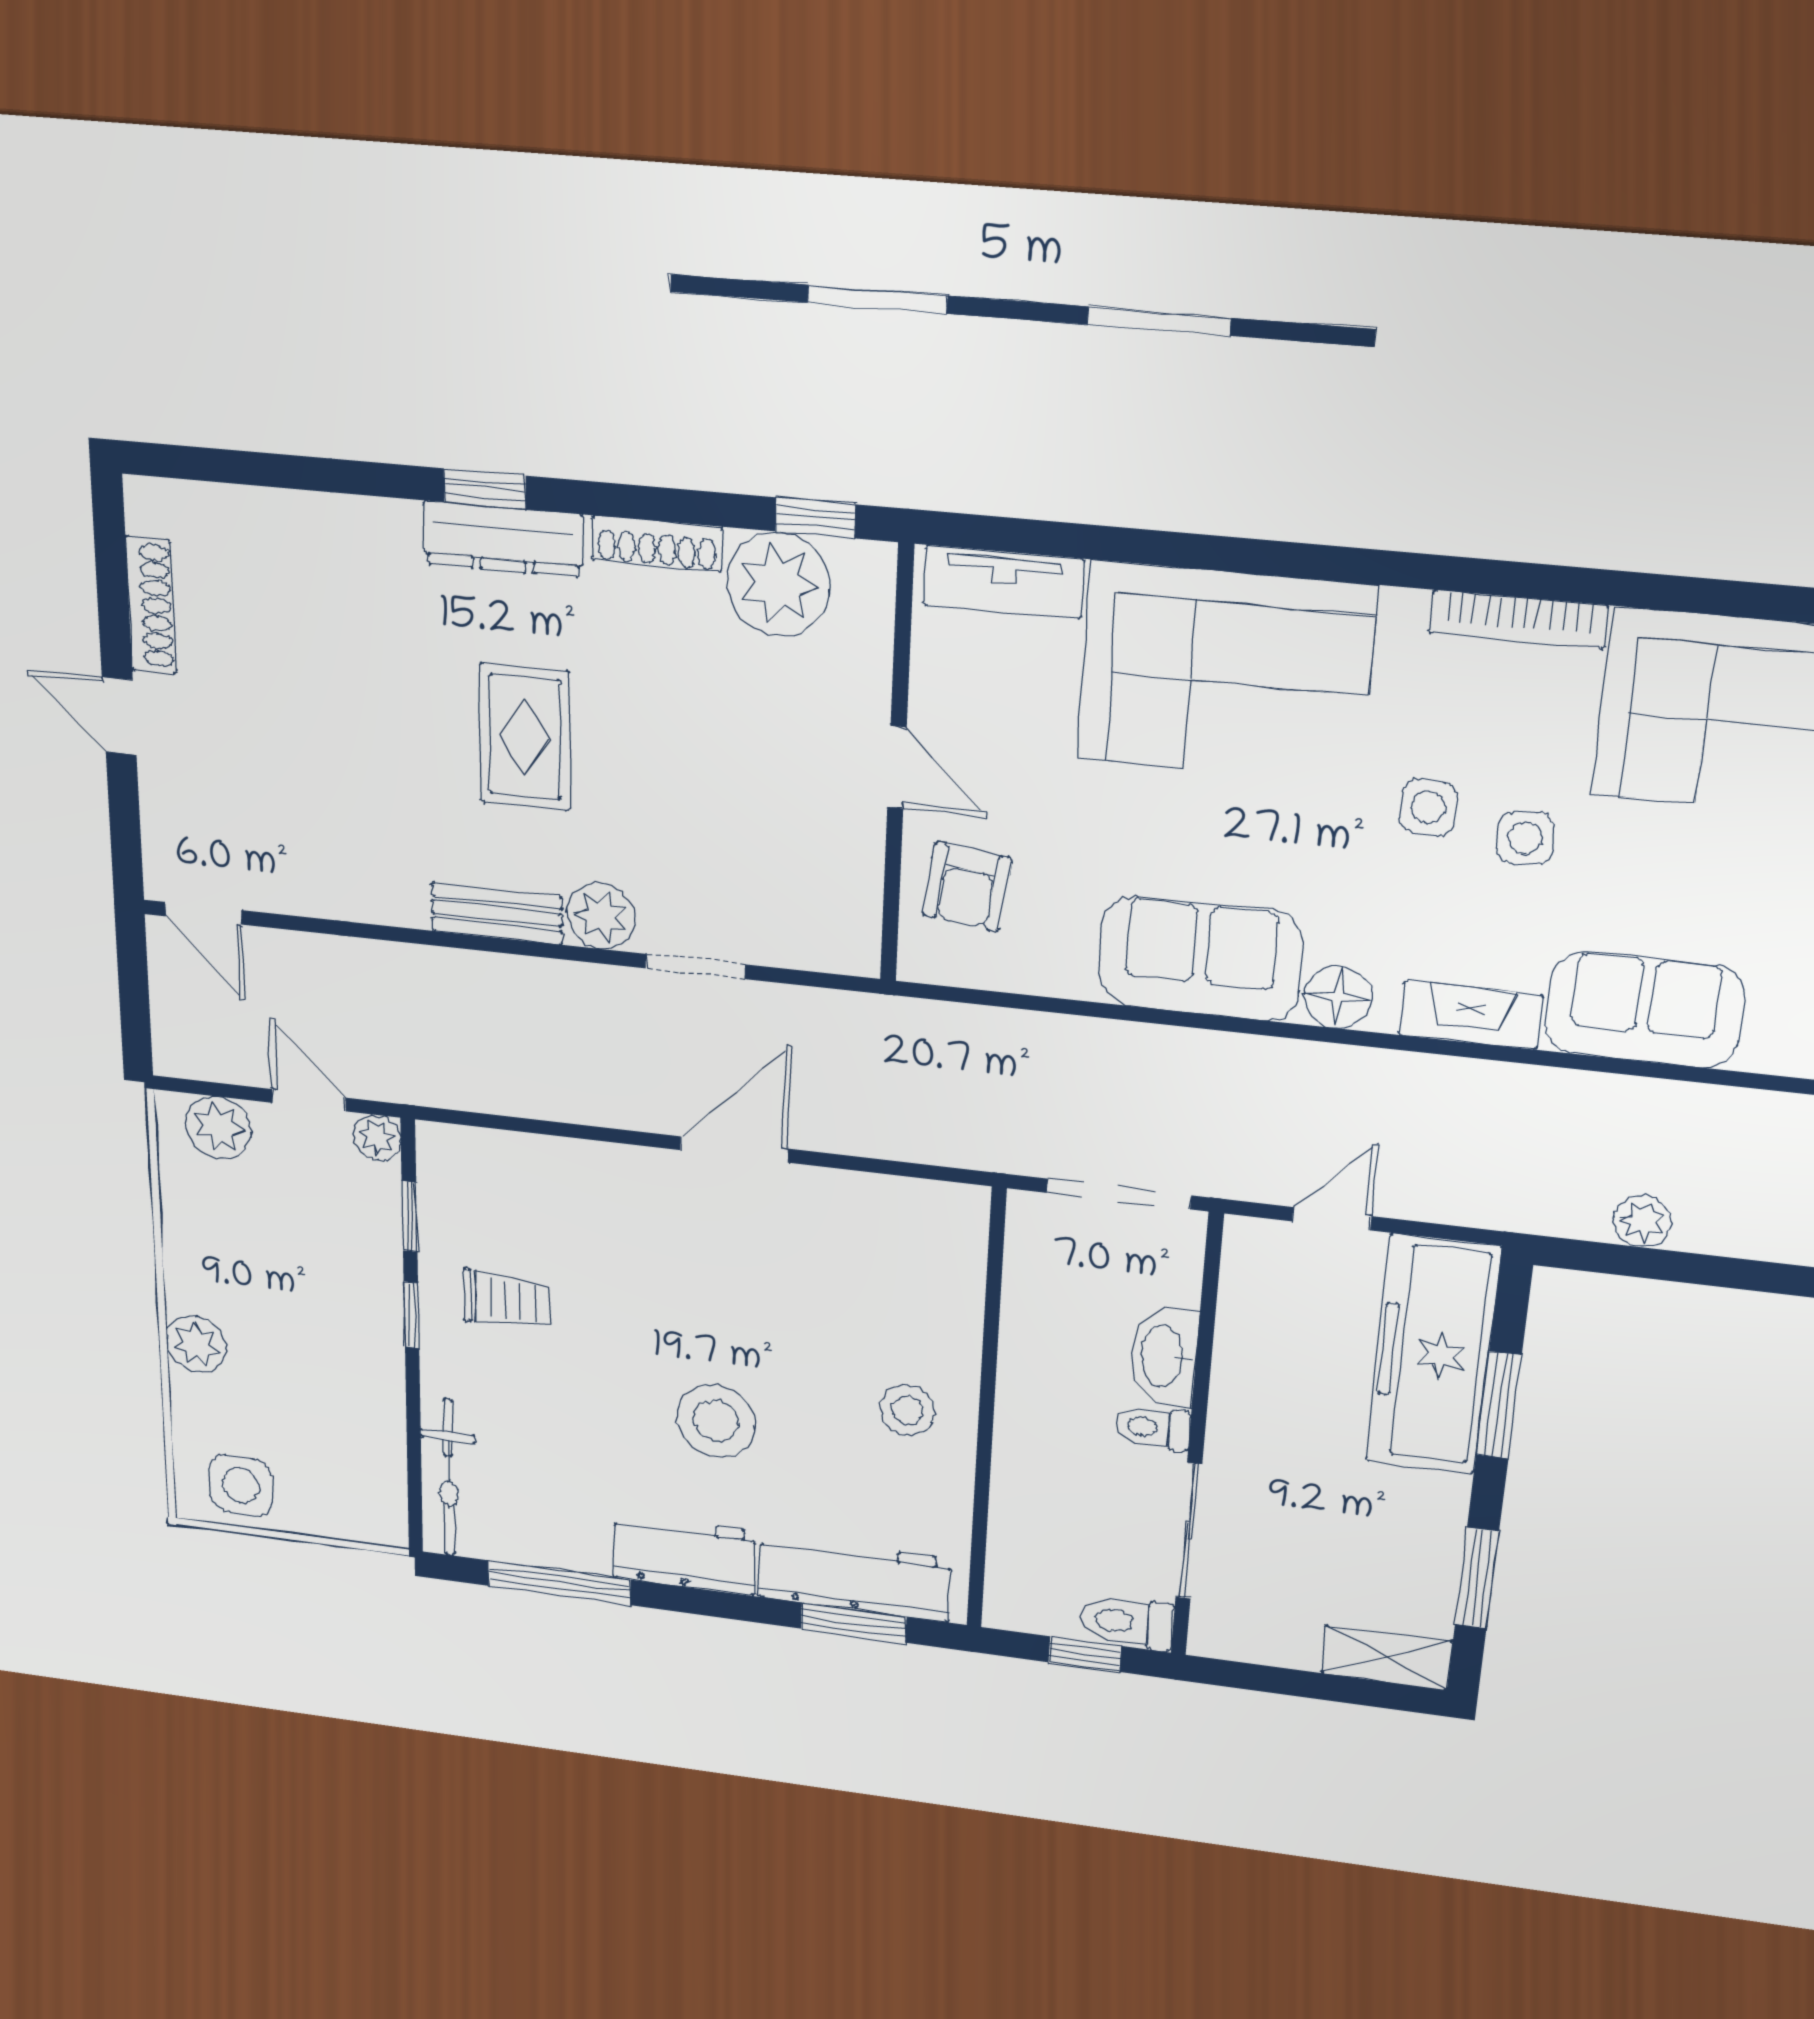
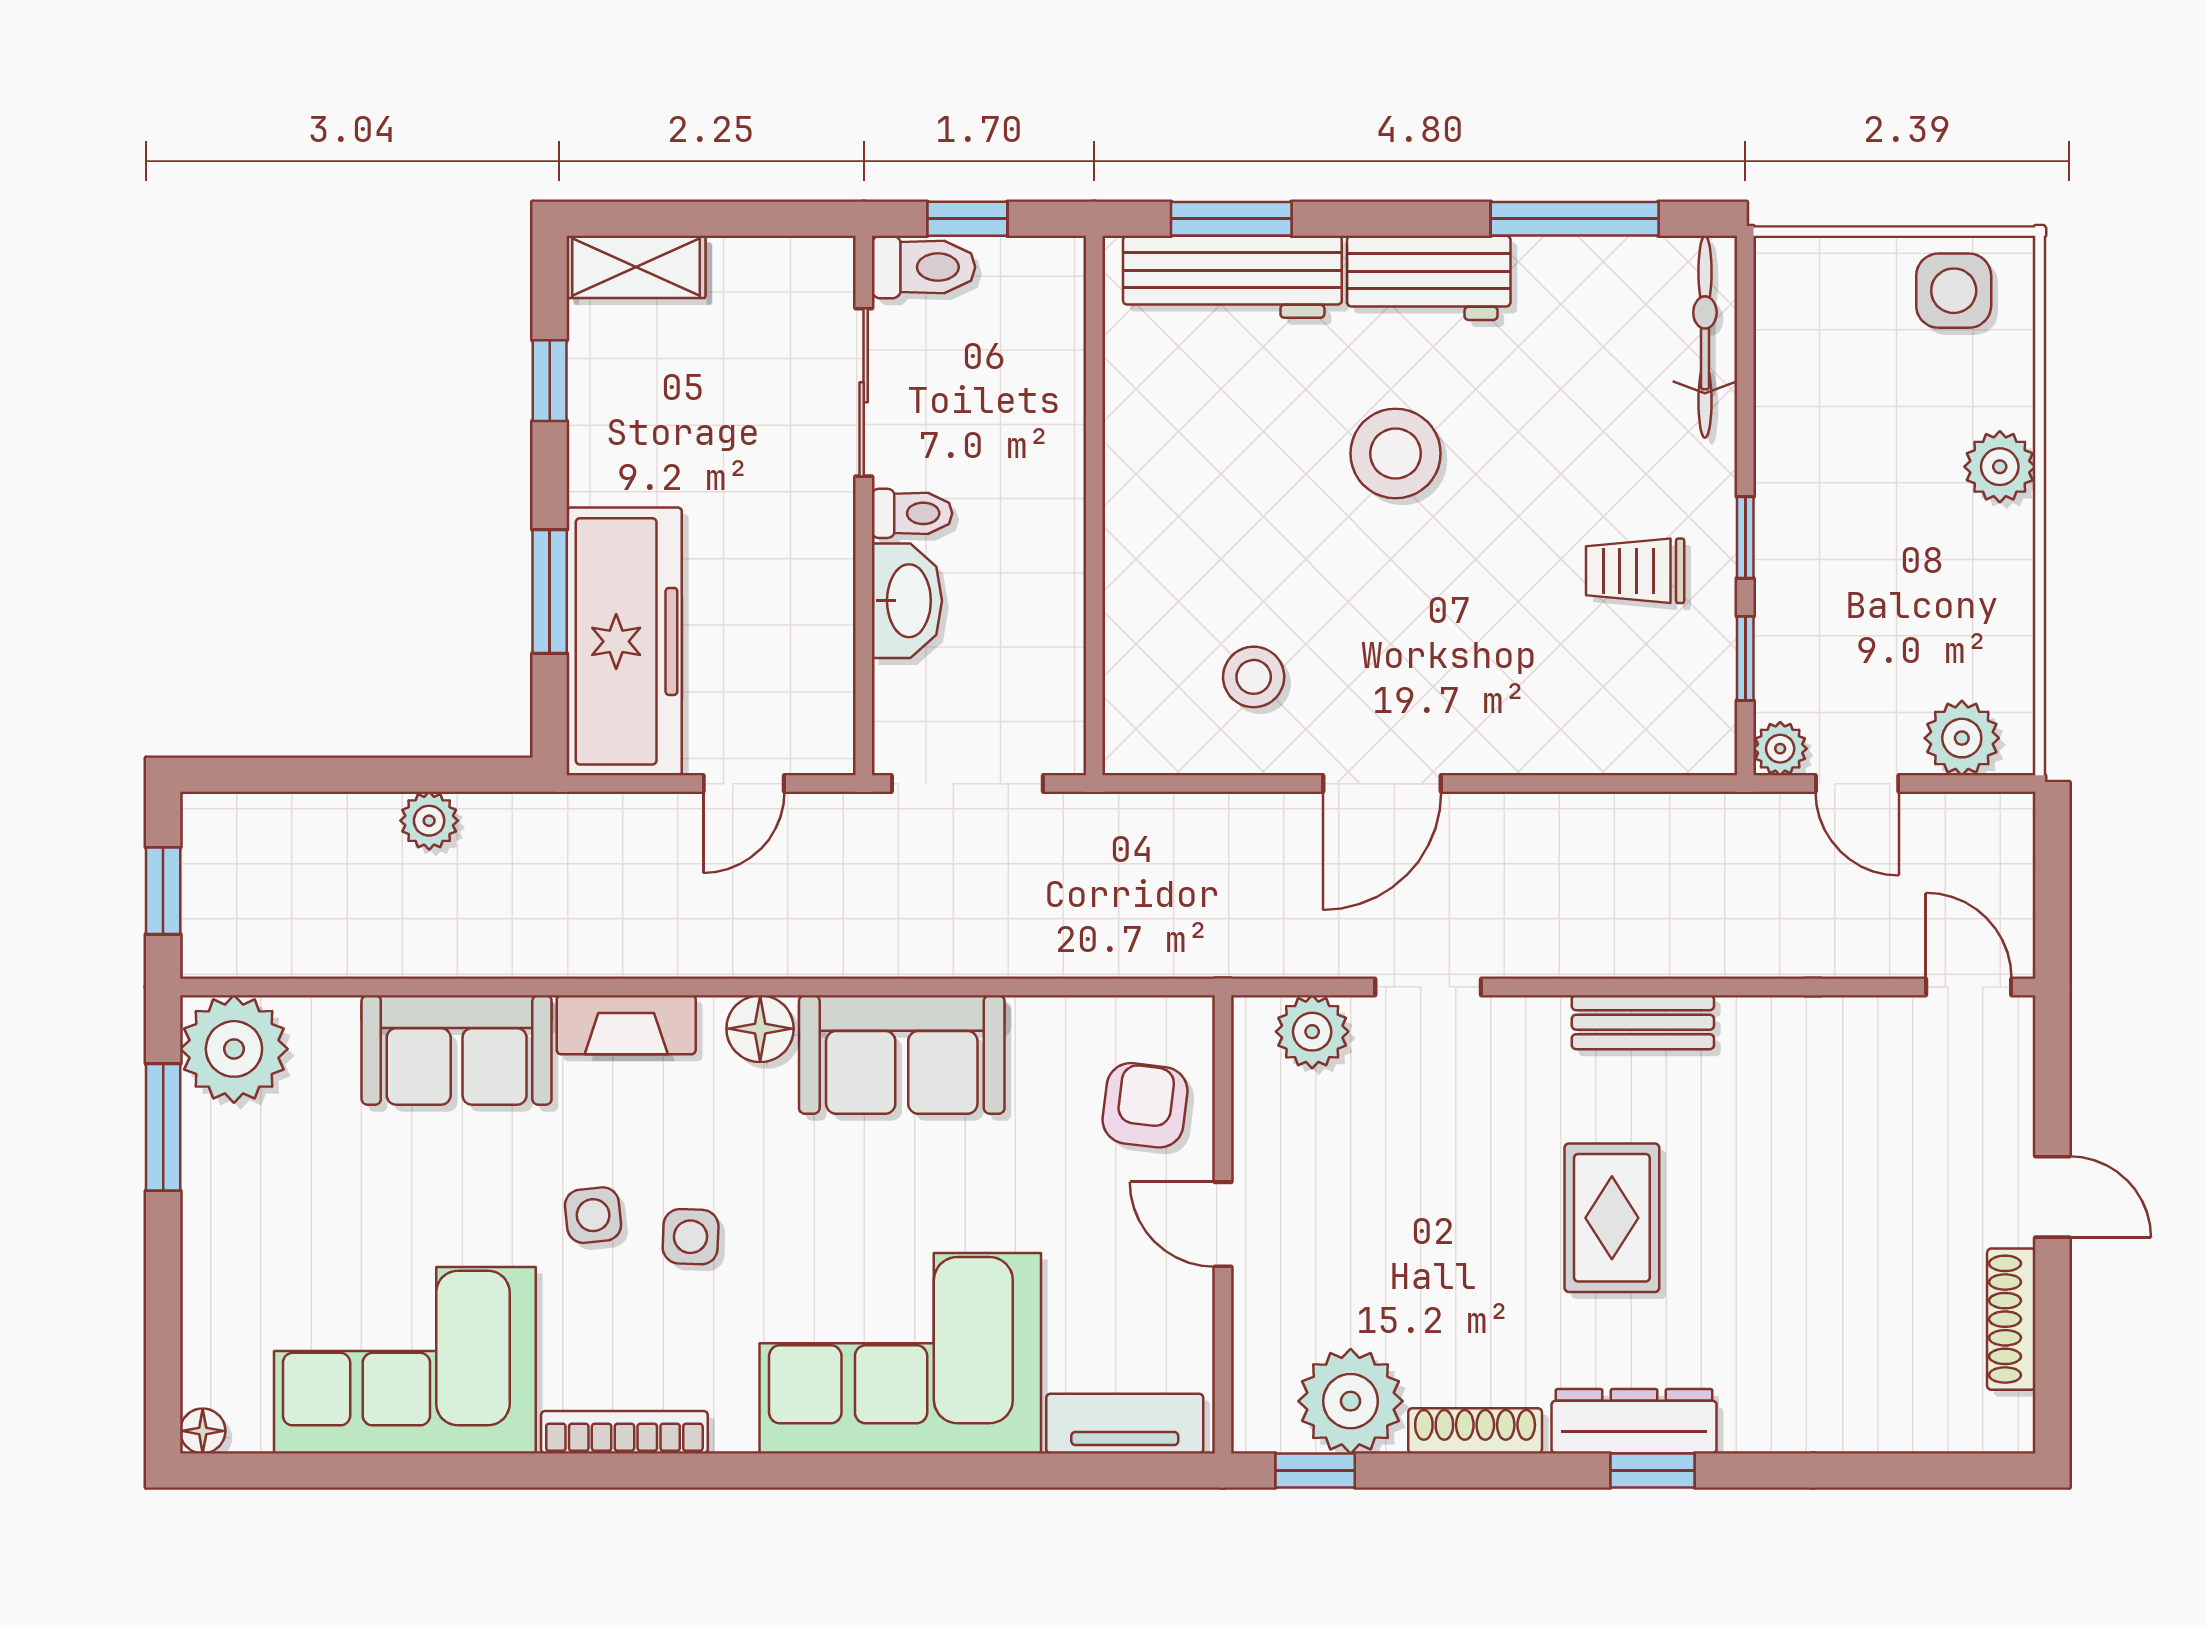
plant: (601, 916) -> (1312, 1032), moved
stool: (907, 1410) -> (1254, 677), moved
window: (1477, 1578) -> (550, 381), width x0.67

